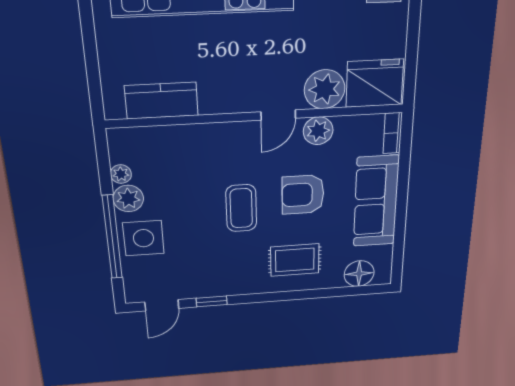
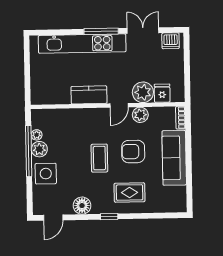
fridge: (375, 83) -> (162, 93), width x0.53, depth x0.75
kitchen counter: (161, 101) -> (89, 95), moved
window: (112, 237) -> (29, 151), moved
floor lamp: (359, 274) -> (82, 206), moved
window: (212, 301) -> (109, 217), moved

